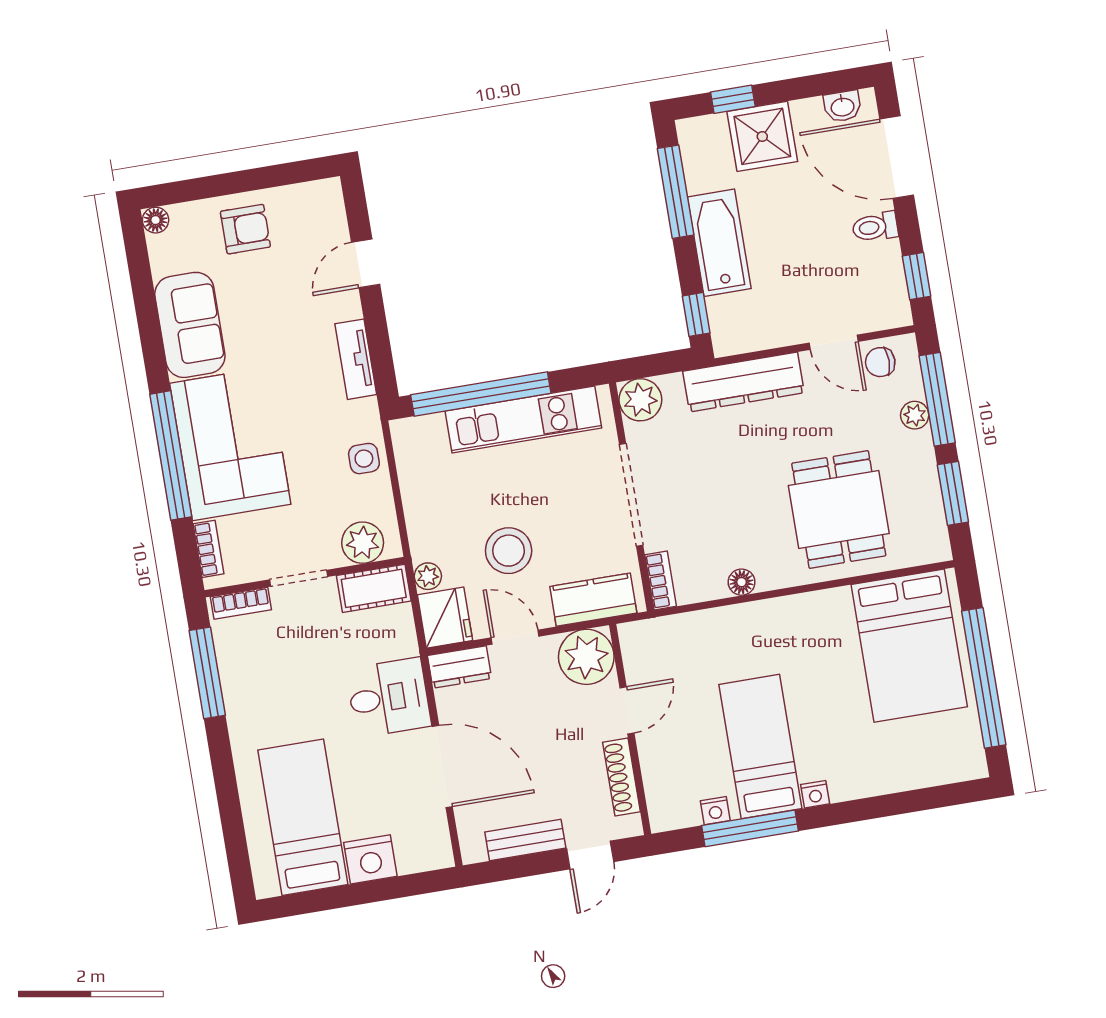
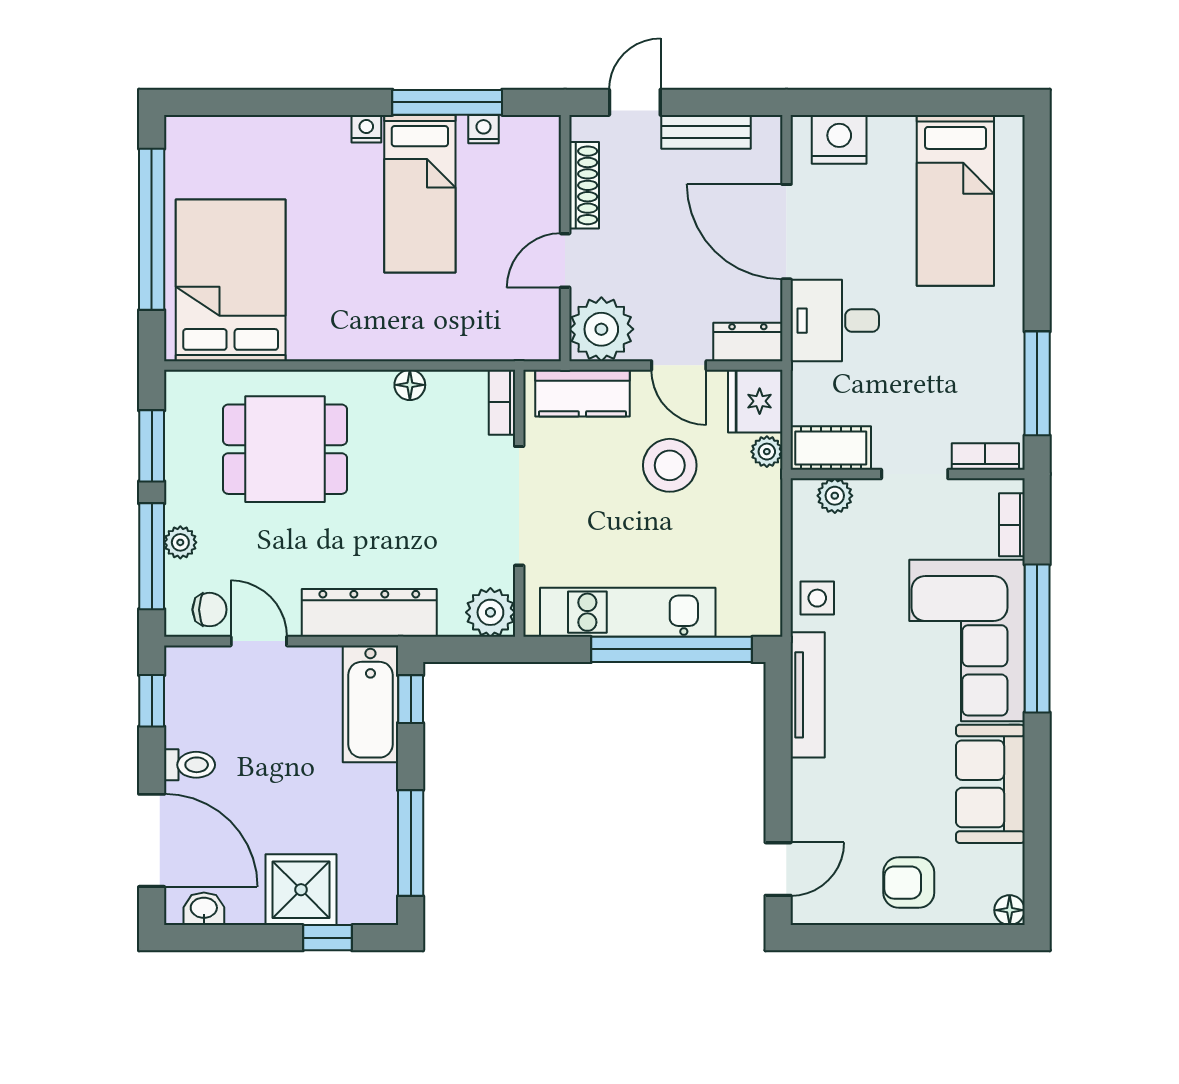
bathtub: (719, 243) -> (370, 704), moved
door: (366, 263) -> (778, 869), moved
tv unit: (356, 359) -> (808, 695), width x1.41
dining table: (839, 510) -> (285, 449), turned 90
plant: (363, 543) -> (835, 496), width x0.73, depth x0.73
nightstand: (370, 859) -> (839, 139), moved

